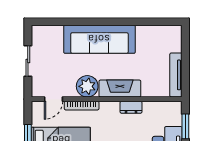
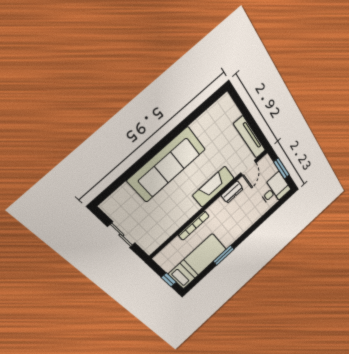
plant: (87, 86) -> (187, 208), removed
door: (54, 99) -> (248, 168), moved

